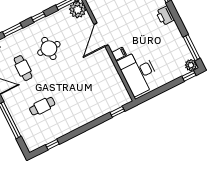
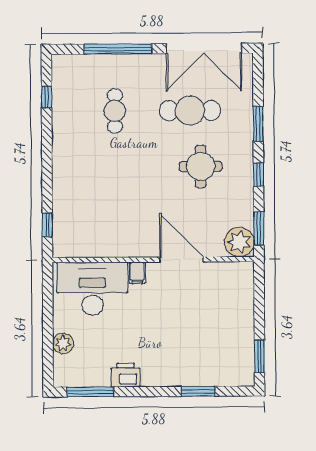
printer: (165, 16) -> (125, 375), moved
plant: (191, 65) -> (63, 343), moved
cafe table: (23, 68) -> (190, 110), width x1.37, depth x1.35
window: (189, 76) -> (48, 366), removed

